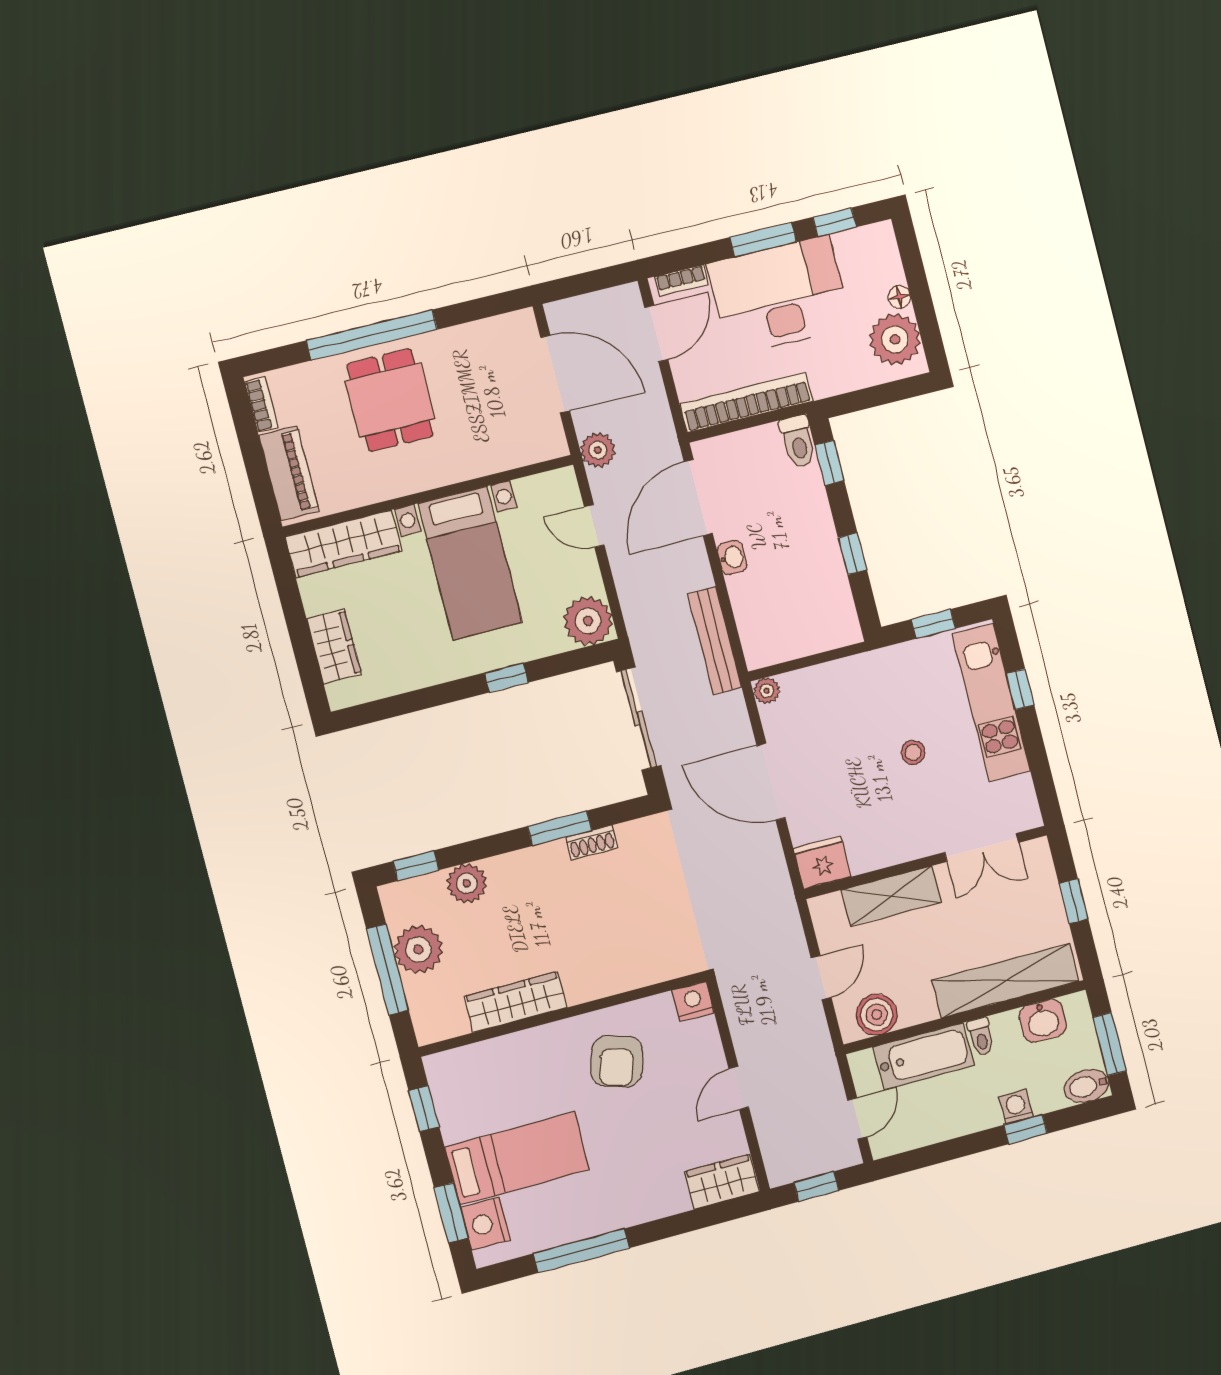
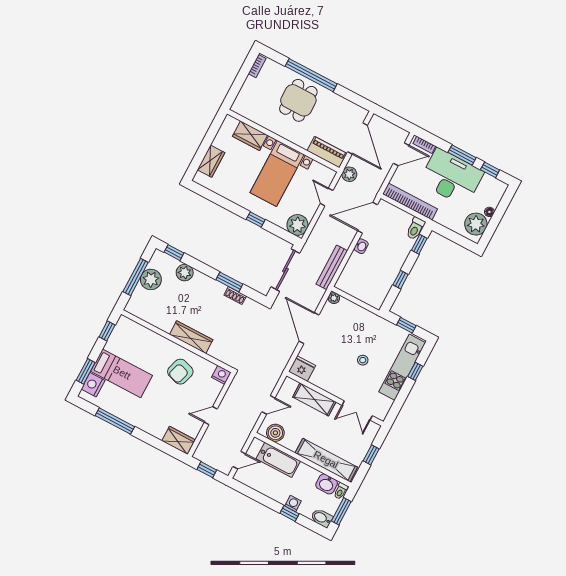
piano: (289, 473) -> (327, 152), moved, turned -90
wardrobe: (344, 544) -> (250, 136), width x0.67
wardrobe: (515, 1002) -> (191, 337), moved
toilet: (981, 1037) -> (341, 491), moved

